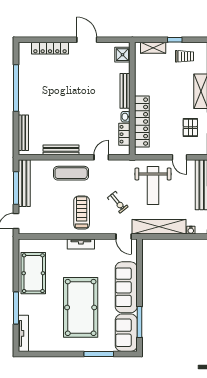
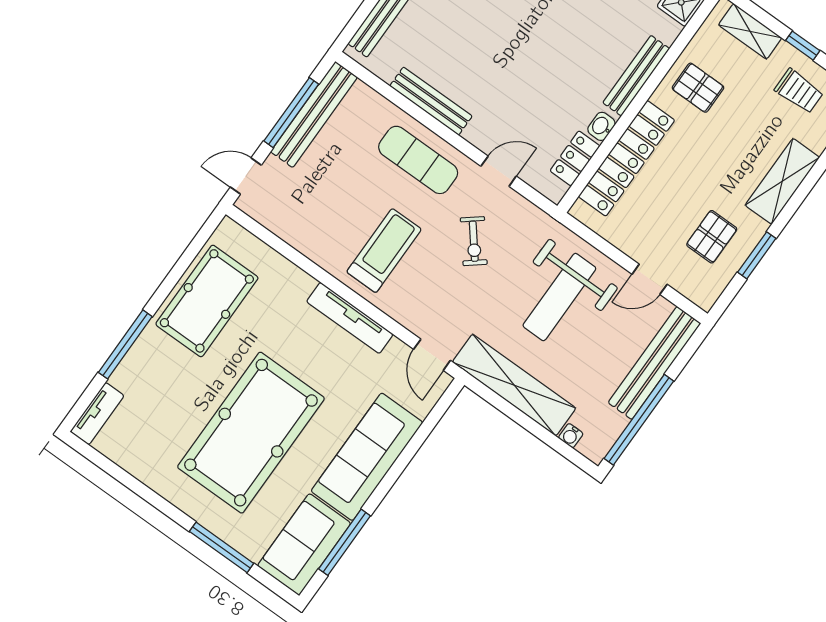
pallet: (149, 80) -> (698, 88), added
door: (180, 157) -> (650, 279), hinge flipped
exercise bike: (118, 202) -> (474, 241), moved
tv unit: (81, 244) -> (350, 318), width x1.41
tv unit: (23, 333) -> (97, 414), width x0.71

